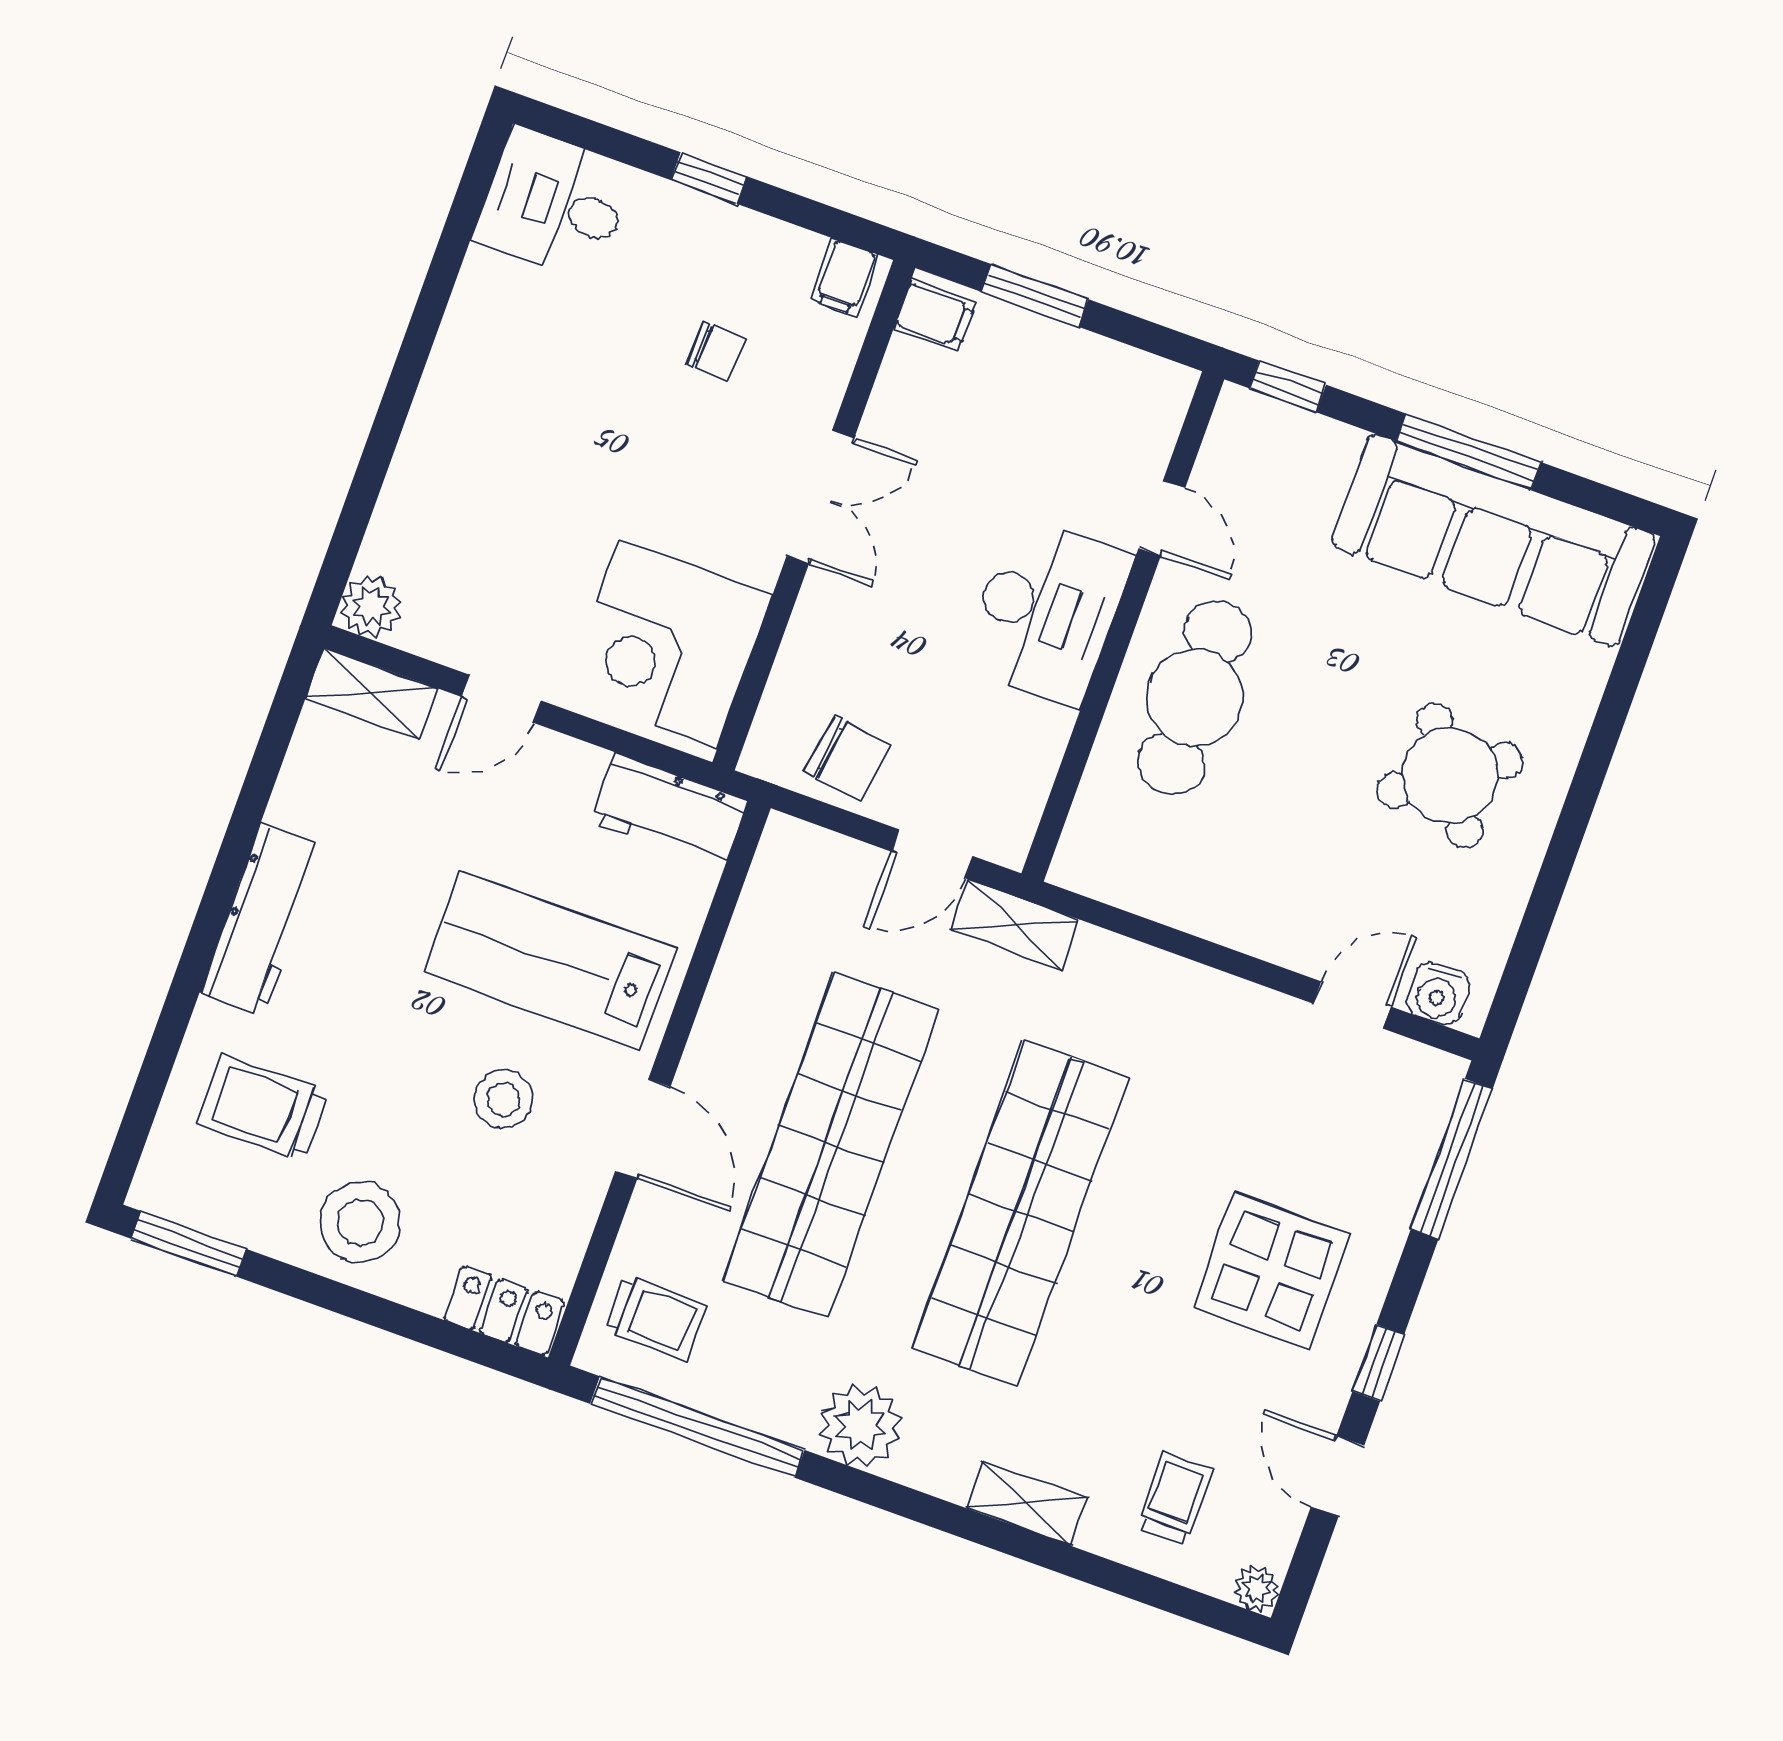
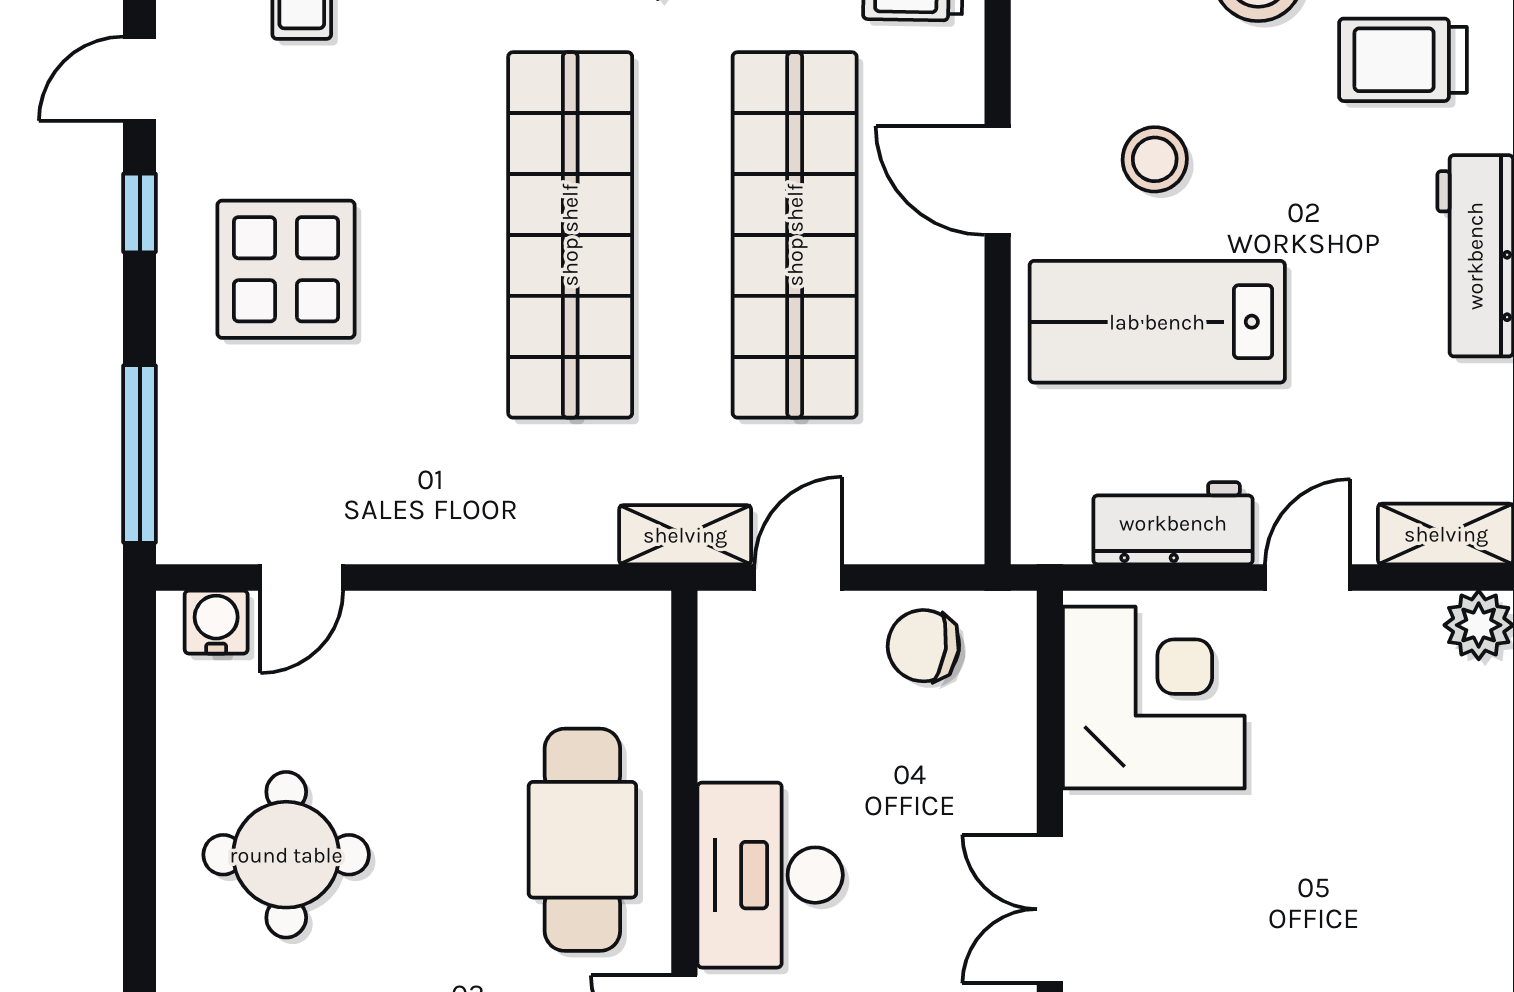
round table: (1450, 775) -> (286, 855), turned 35
workbench: (669, 811) -> (1173, 523), moved
lab bench: (551, 961) -> (1157, 322), turned 180
trolley: (263, 1108) -> (1403, 60), turned 180
door: (1337, 1476) -> (140, 79), swing flipped

